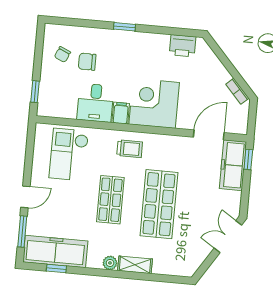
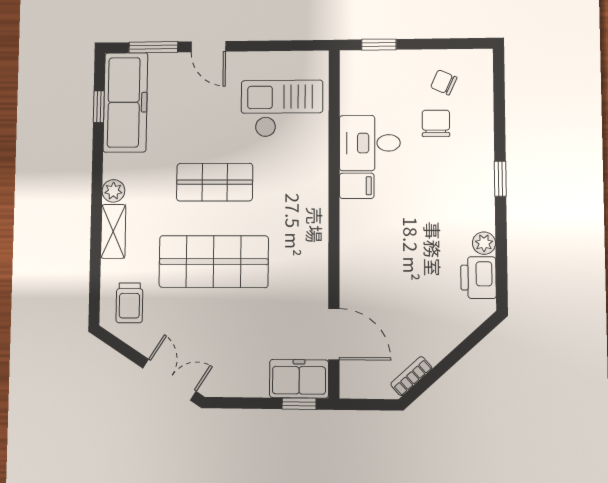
plant: (162, 40) -> (484, 243), added
corner desk: (154, 103) -> (378, 239), removed
trolley: (130, 149) -> (129, 303), moved
freezer: (233, 165) -> (299, 379), width x0.71

